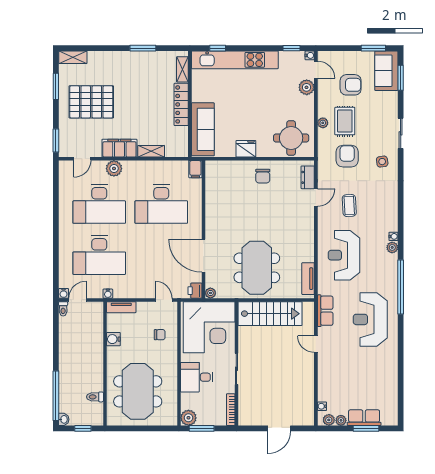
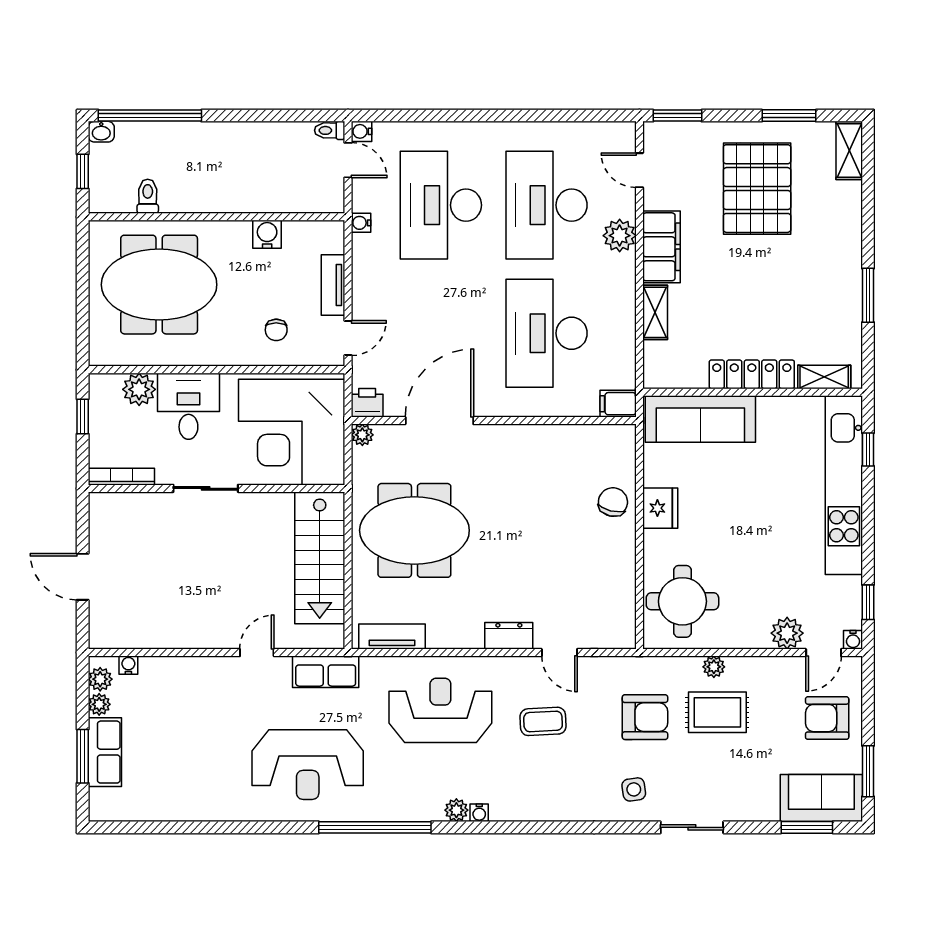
armchair: (351, 85) -> (827, 718), moved, turned 90
chair: (263, 176) -> (613, 502), moved, turned 104
dresser: (308, 177) -> (509, 636), moved
tv unit: (121, 307) -> (333, 285), moved
reception desk: (370, 319) -> (308, 765), turned 180
plant: (188, 418) -> (139, 389), moved
window: (202, 428) -> (83, 416), width x0.67

